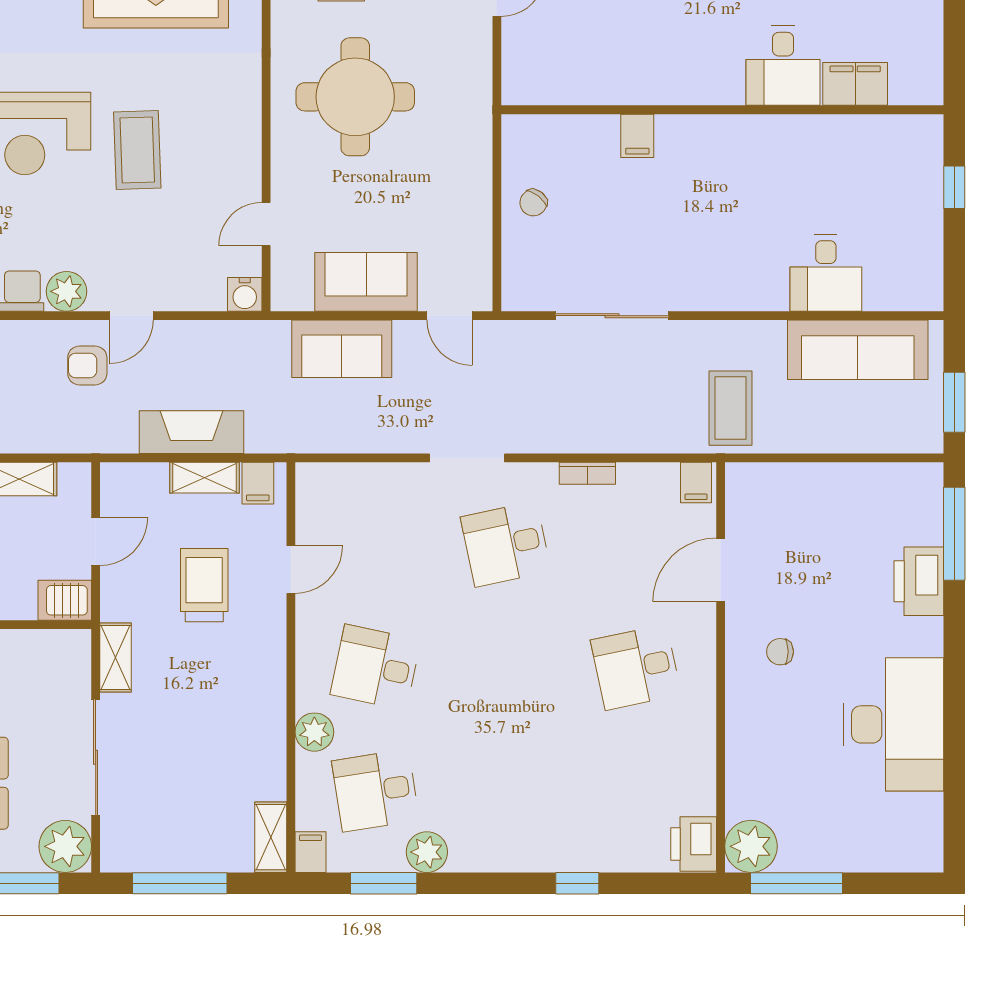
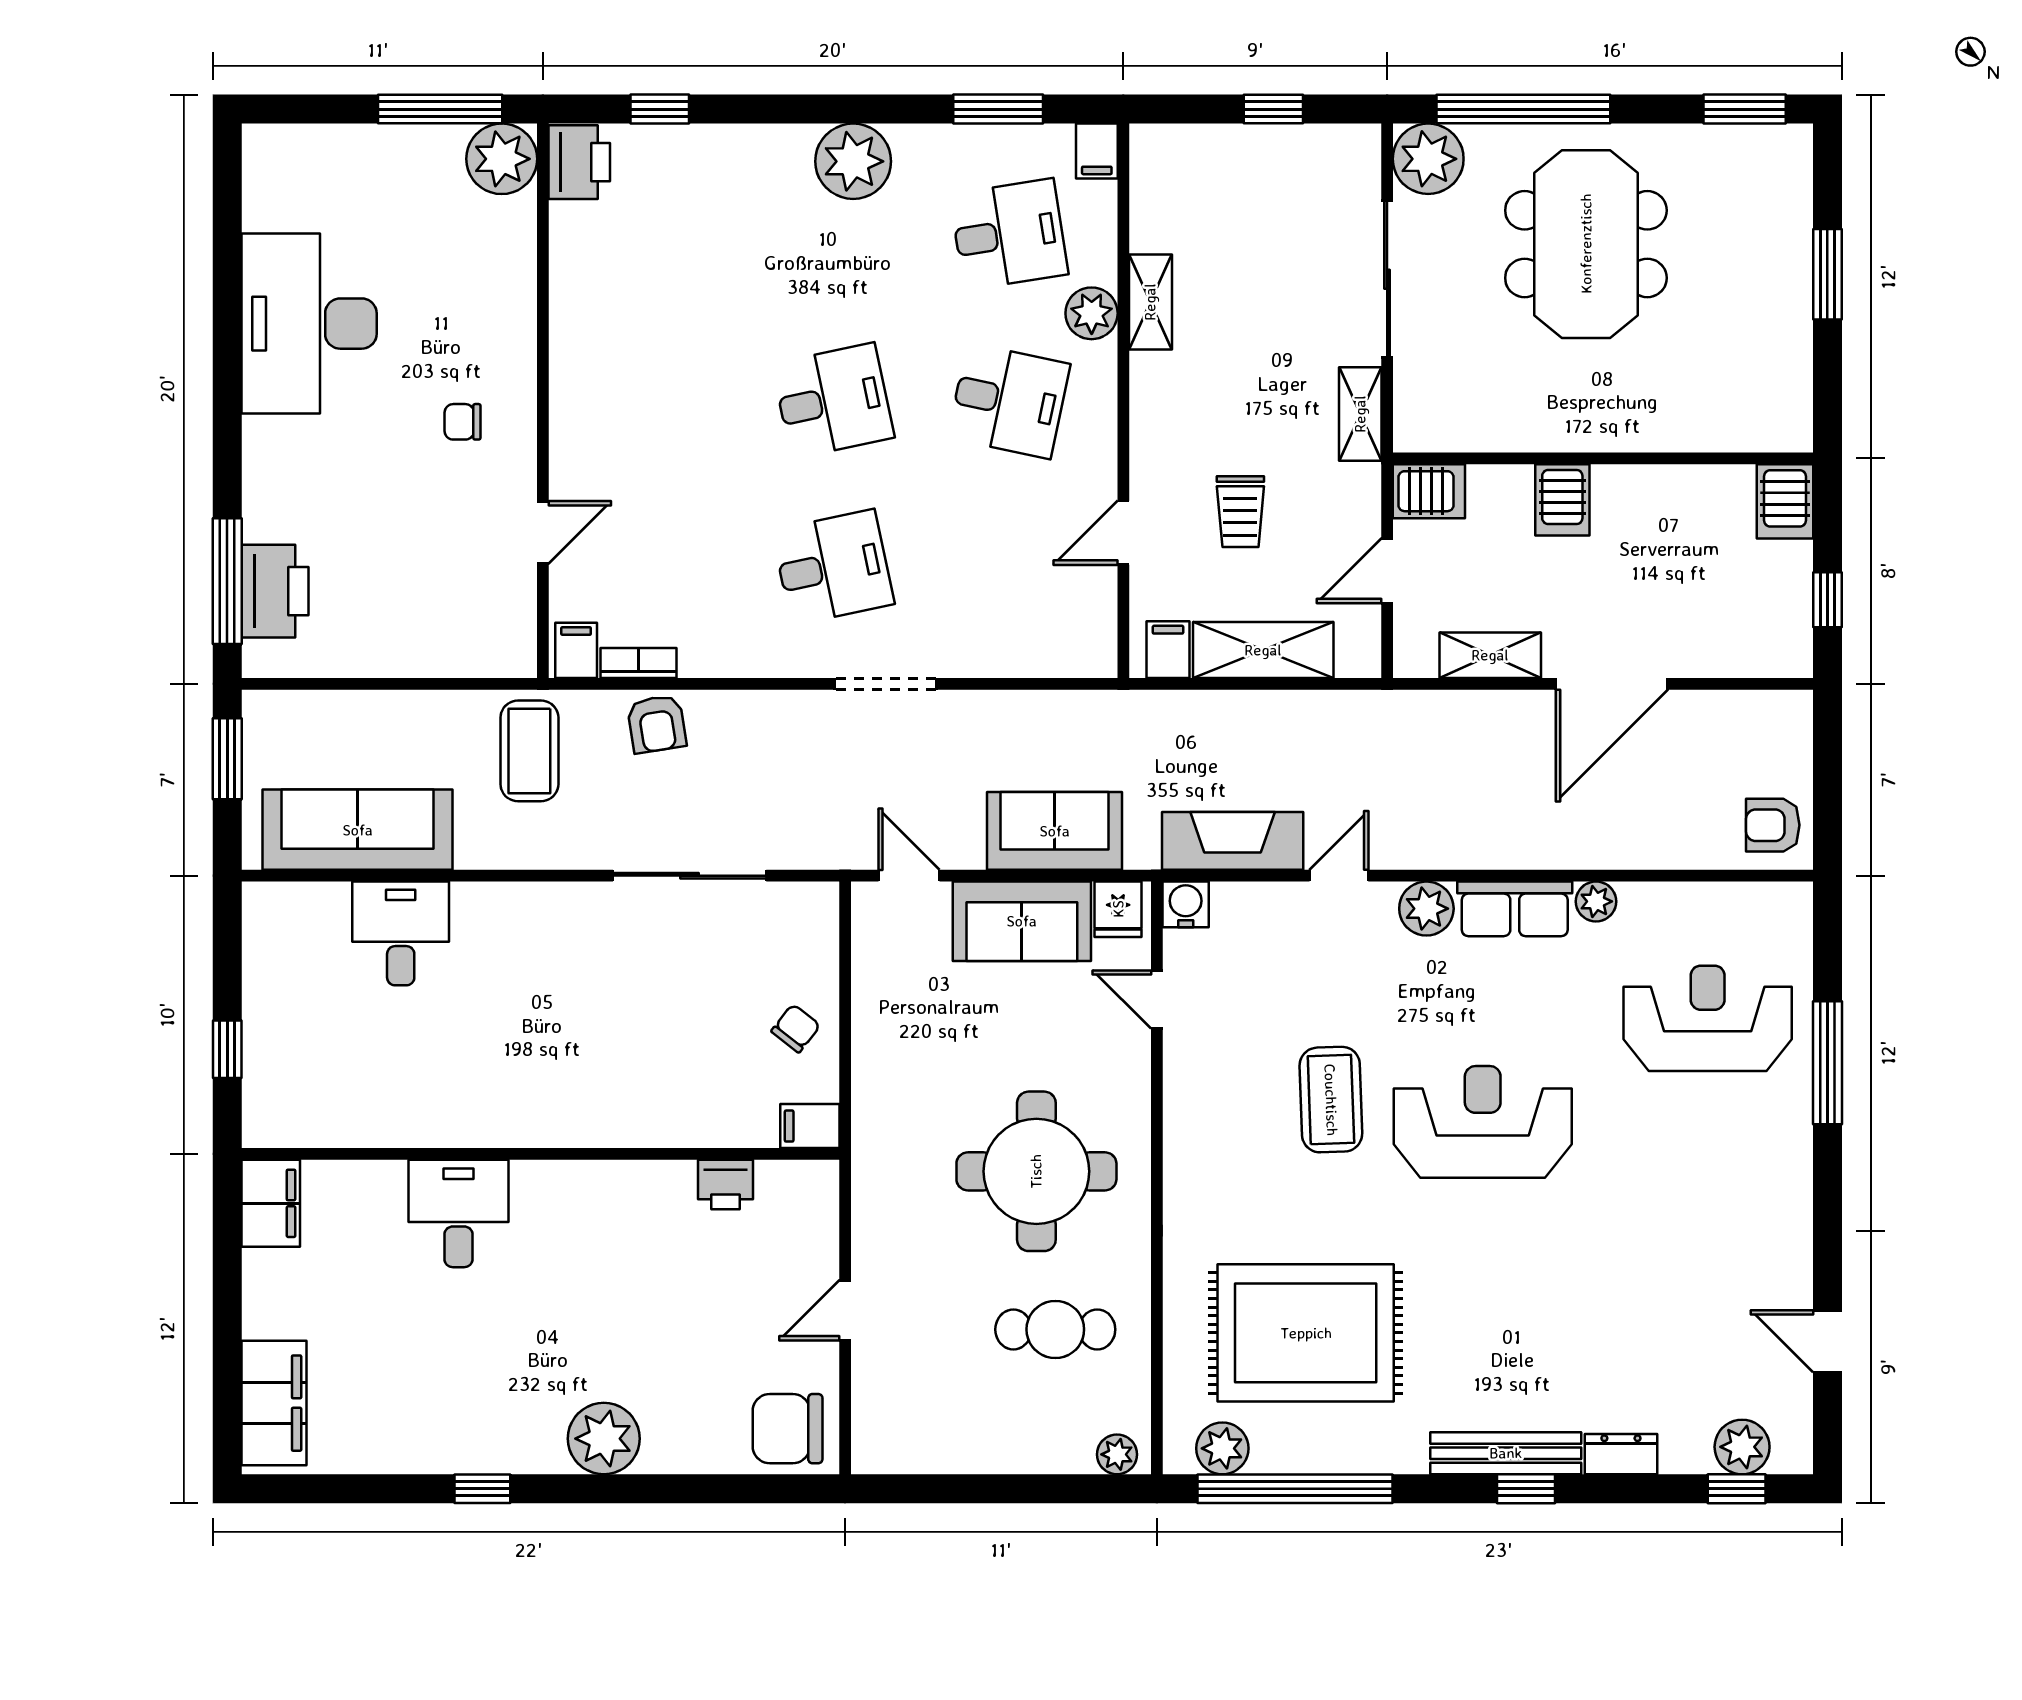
filing cabinet: (855, 84) -> (271, 1203), moved, turned -90
printer: (585, 87) -> (726, 1185), added
filing cabinet: (637, 136) -> (810, 1126), moved, turned -90
door: (266, 224) -> (1157, 999), swing flipped
fridge: (295, 291) -> (1118, 909), added
armchair: (87, 366) -> (657, 724), moved, turned 81
fireplace: (191, 432) -> (1233, 841), moved, turned 180
bookcase: (587, 473) -> (638, 663), moved
shelving: (205, 478) -> (1263, 650), width x1.50, depth x1.33
door: (721, 570) -> (543, 532), width x0.73
printer: (919, 581) -> (275, 591), moved
trolley: (204, 585) -> (1240, 512), width x0.73, depth x0.72
chair: (780, 652) -> (463, 422), turned 180
desk: (636, 667) -> (833, 401), moved
shelving: (271, 837) -> (1150, 302), moved
plant: (427, 852) -> (853, 161), moved, width x1.36, depth x1.36
window: (180, 883) -> (1273, 109), width x0.46
window: (577, 883) -> (660, 109), moved

